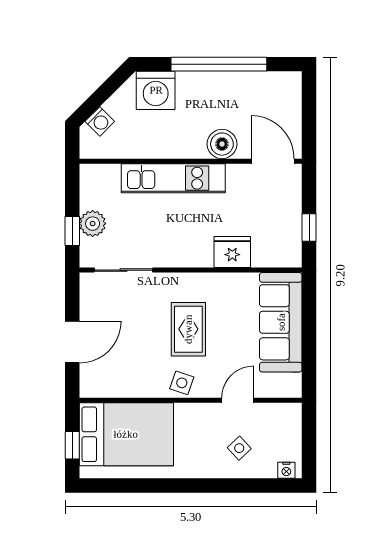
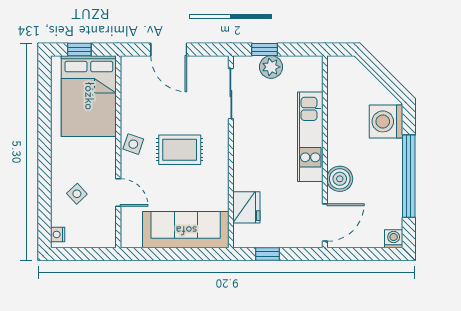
washing machine: (100, 121) -> (394, 239), moved, turned 135
fridge: (232, 252) -> (246, 207), moved

